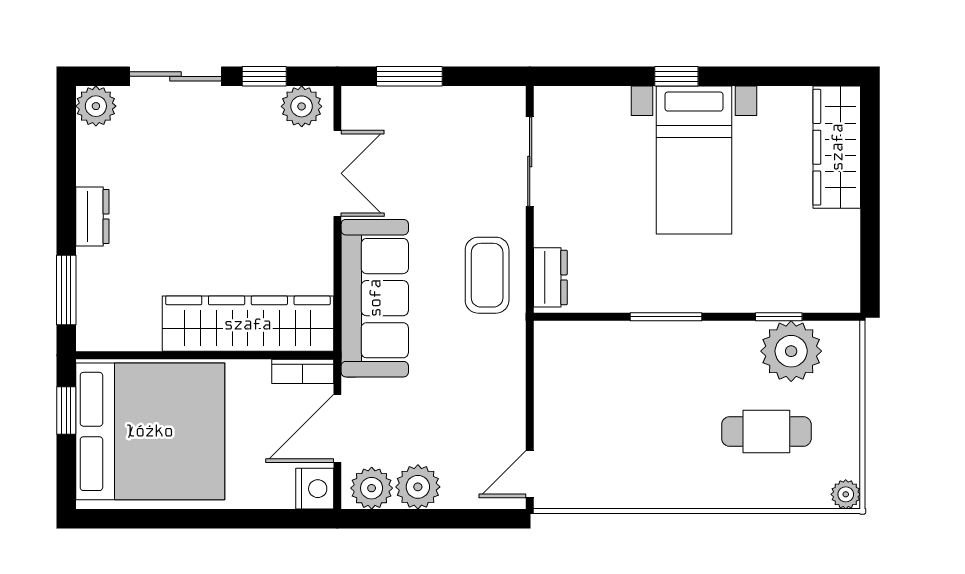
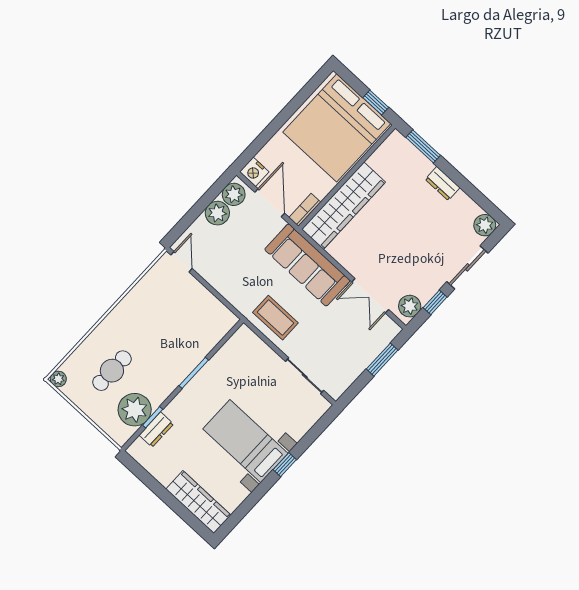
dresser: (550, 277) -> (156, 430), moved, turned -90

